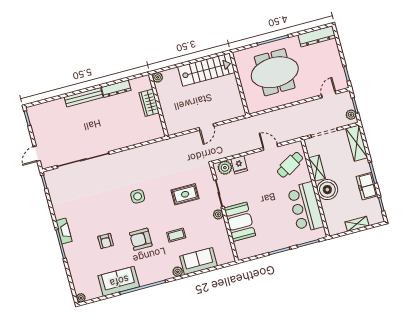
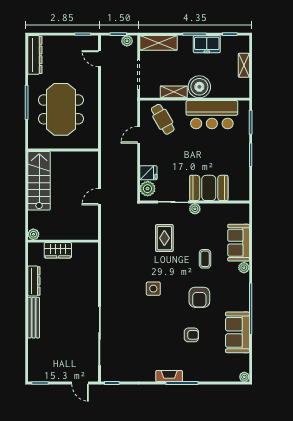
door: (206, 127) -> (100, 197), swing flipped

